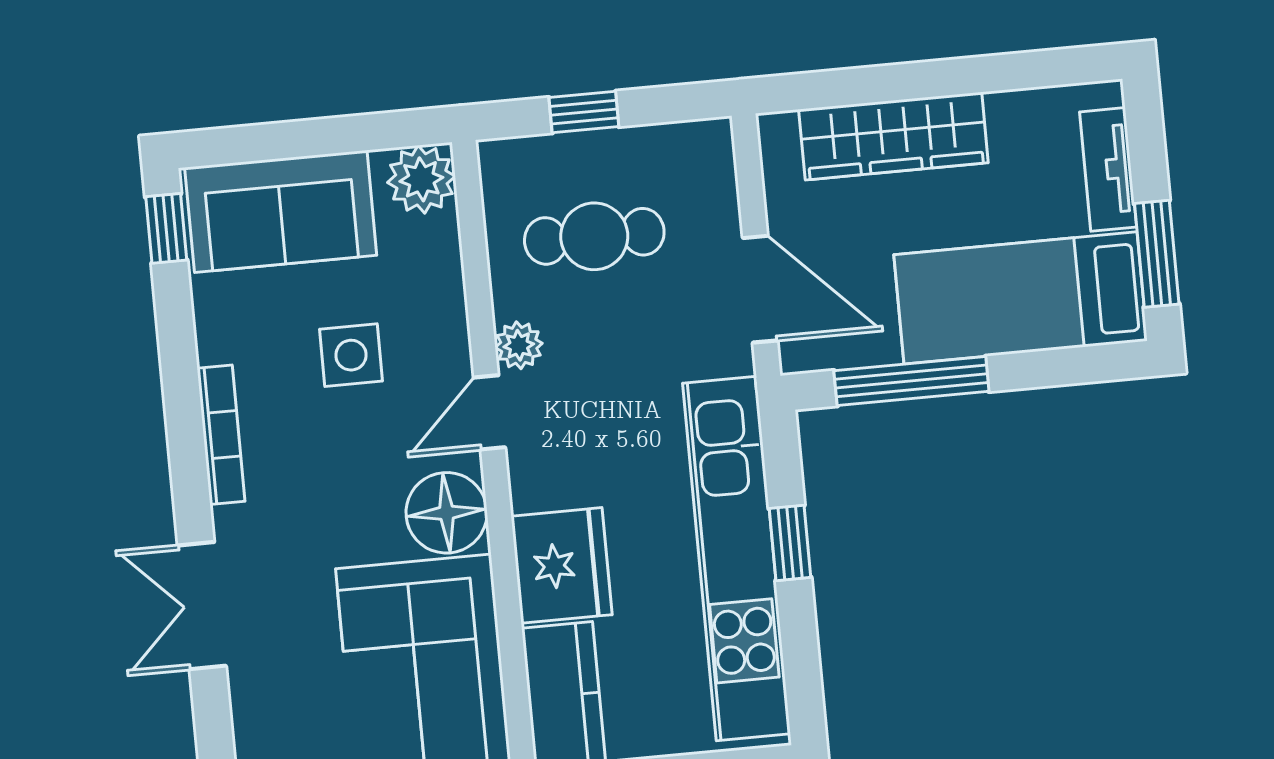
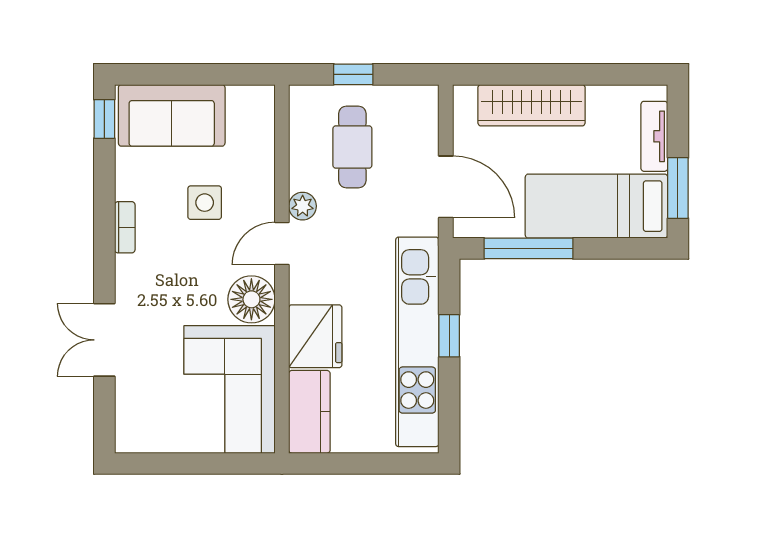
plant: (421, 179) -> (255, 104), removed
cafe table: (594, 236) -> (352, 147), turned 90
bookcase: (221, 435) -> (125, 227), width x0.64

